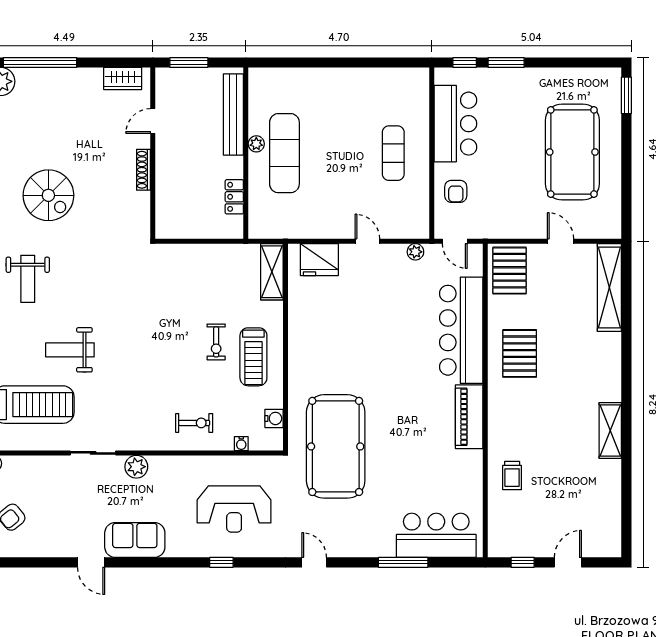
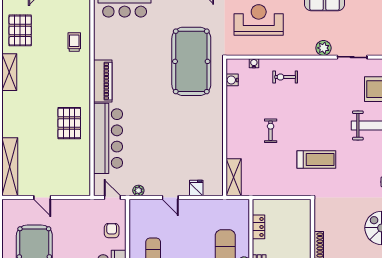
fridge: (319, 260) -> (196, 188), width x0.53, depth x0.75
pallet: (509, 271) -> (20, 30), moved
treadmill: (253, 357) -> (316, 159), moved, turned 90

